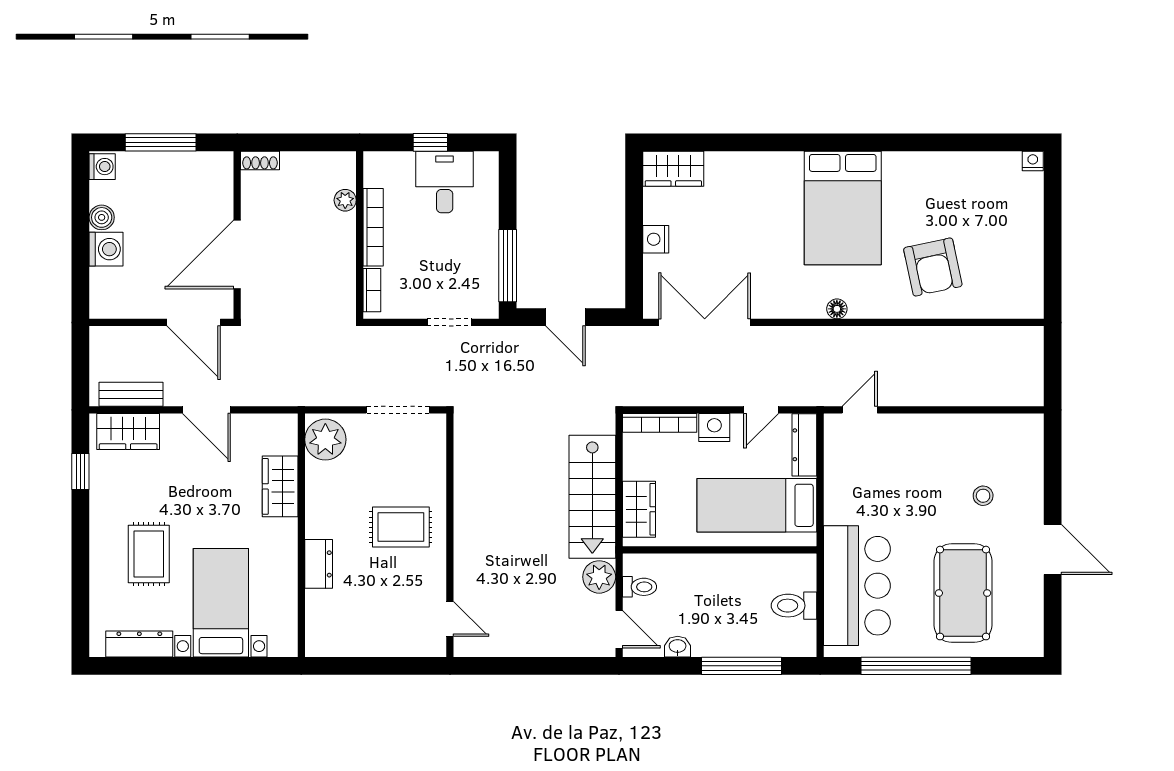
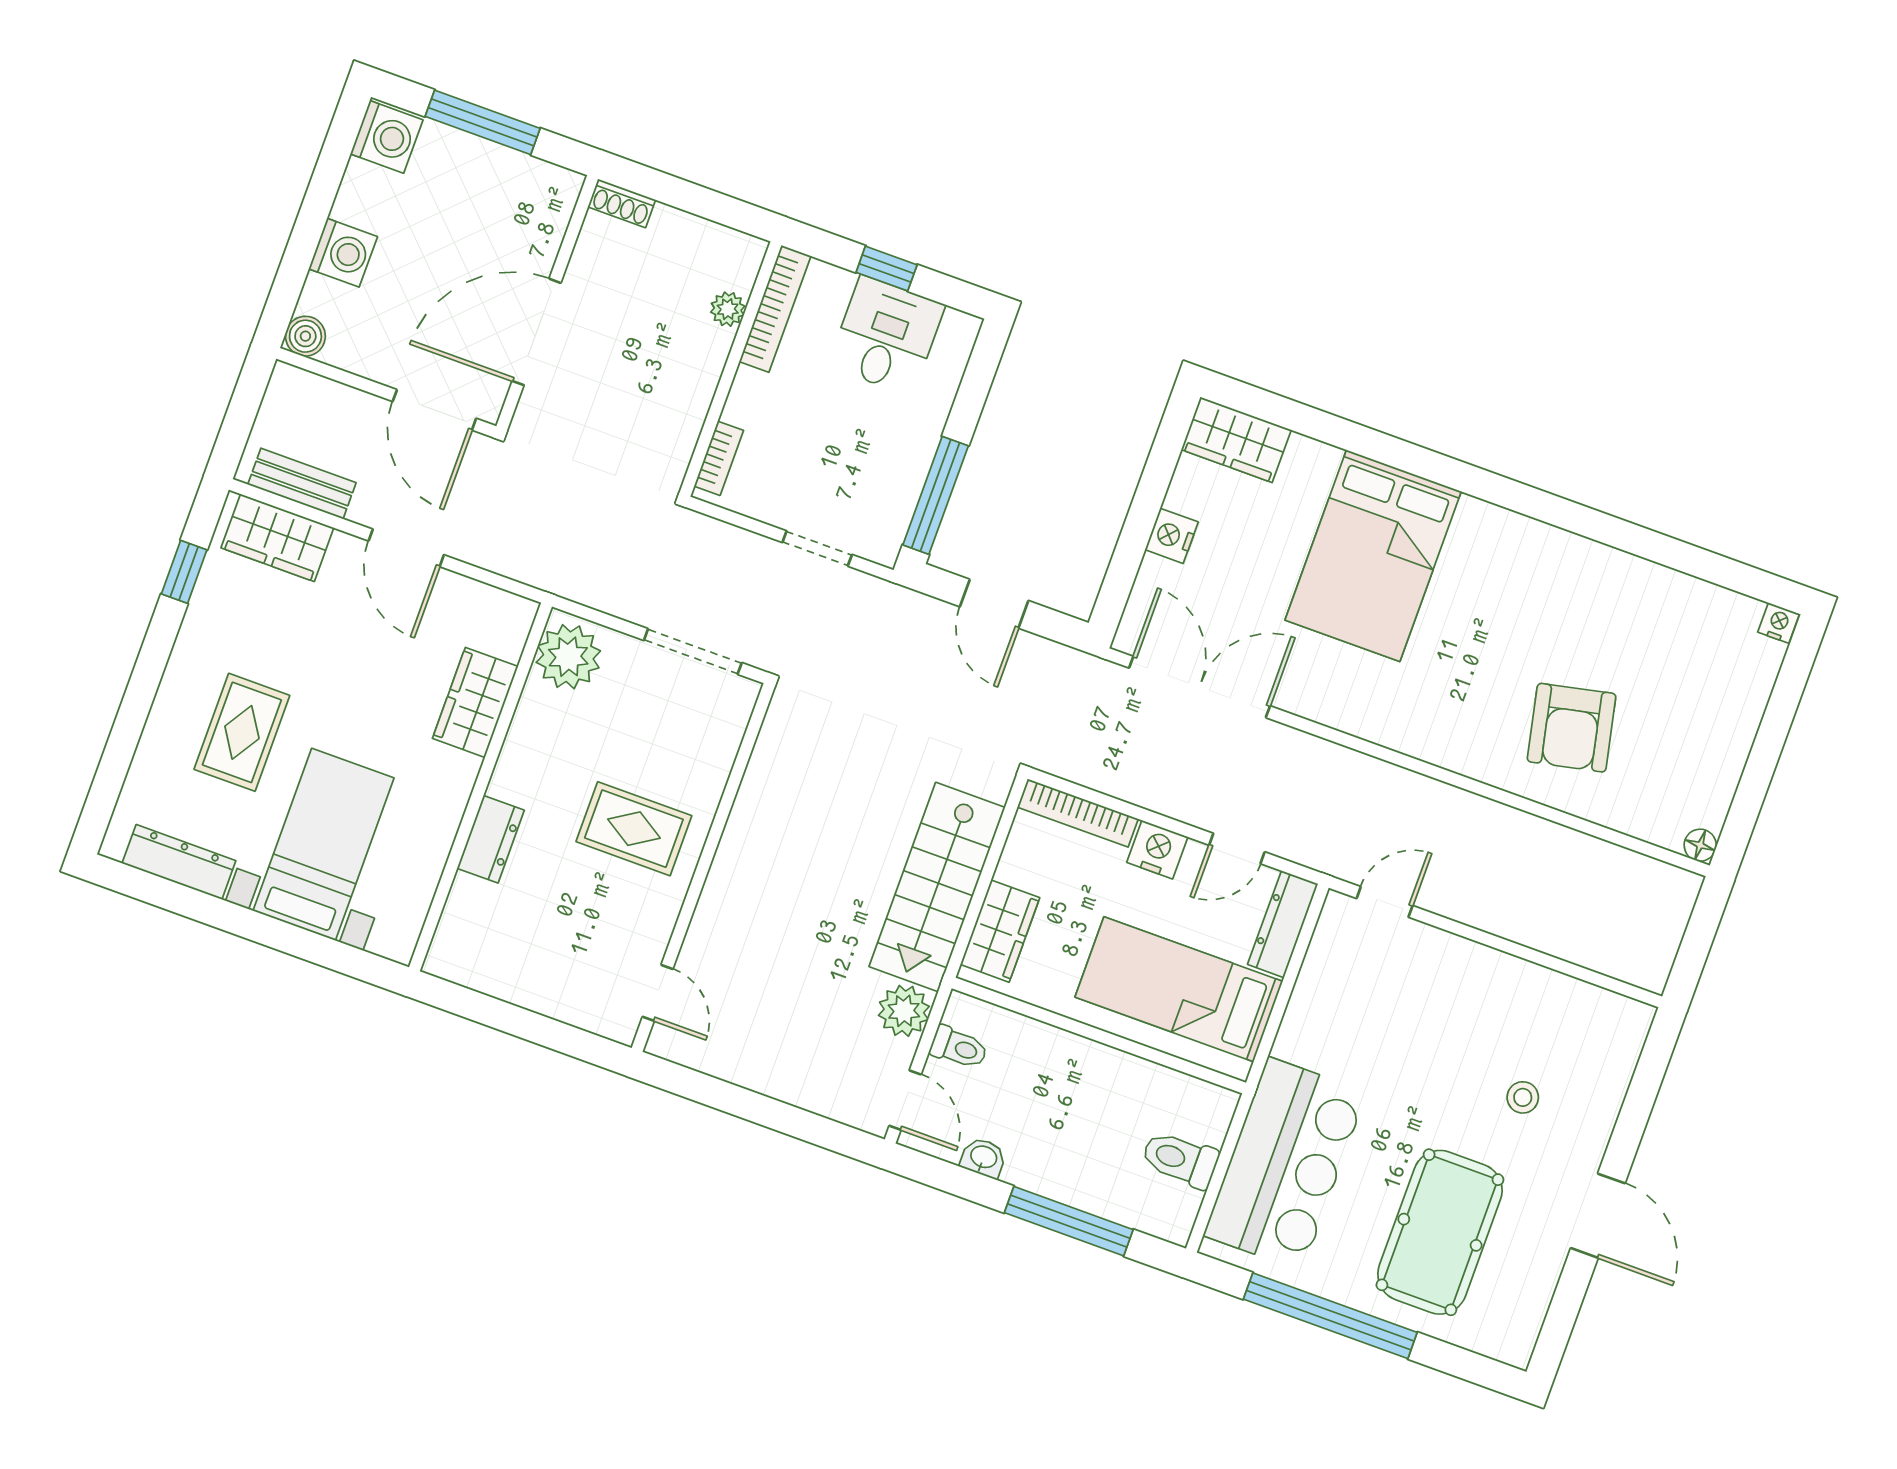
washing machine: (102, 167) -> (387, 137), width x1.38, depth x1.38
bed: (843, 208) -> (1373, 556), moved
boiler: (102, 217) -> (305, 336), moved
bookcase: (373, 227) -> (775, 309), moved
floor lamp: (837, 309) -> (1700, 845), moved

